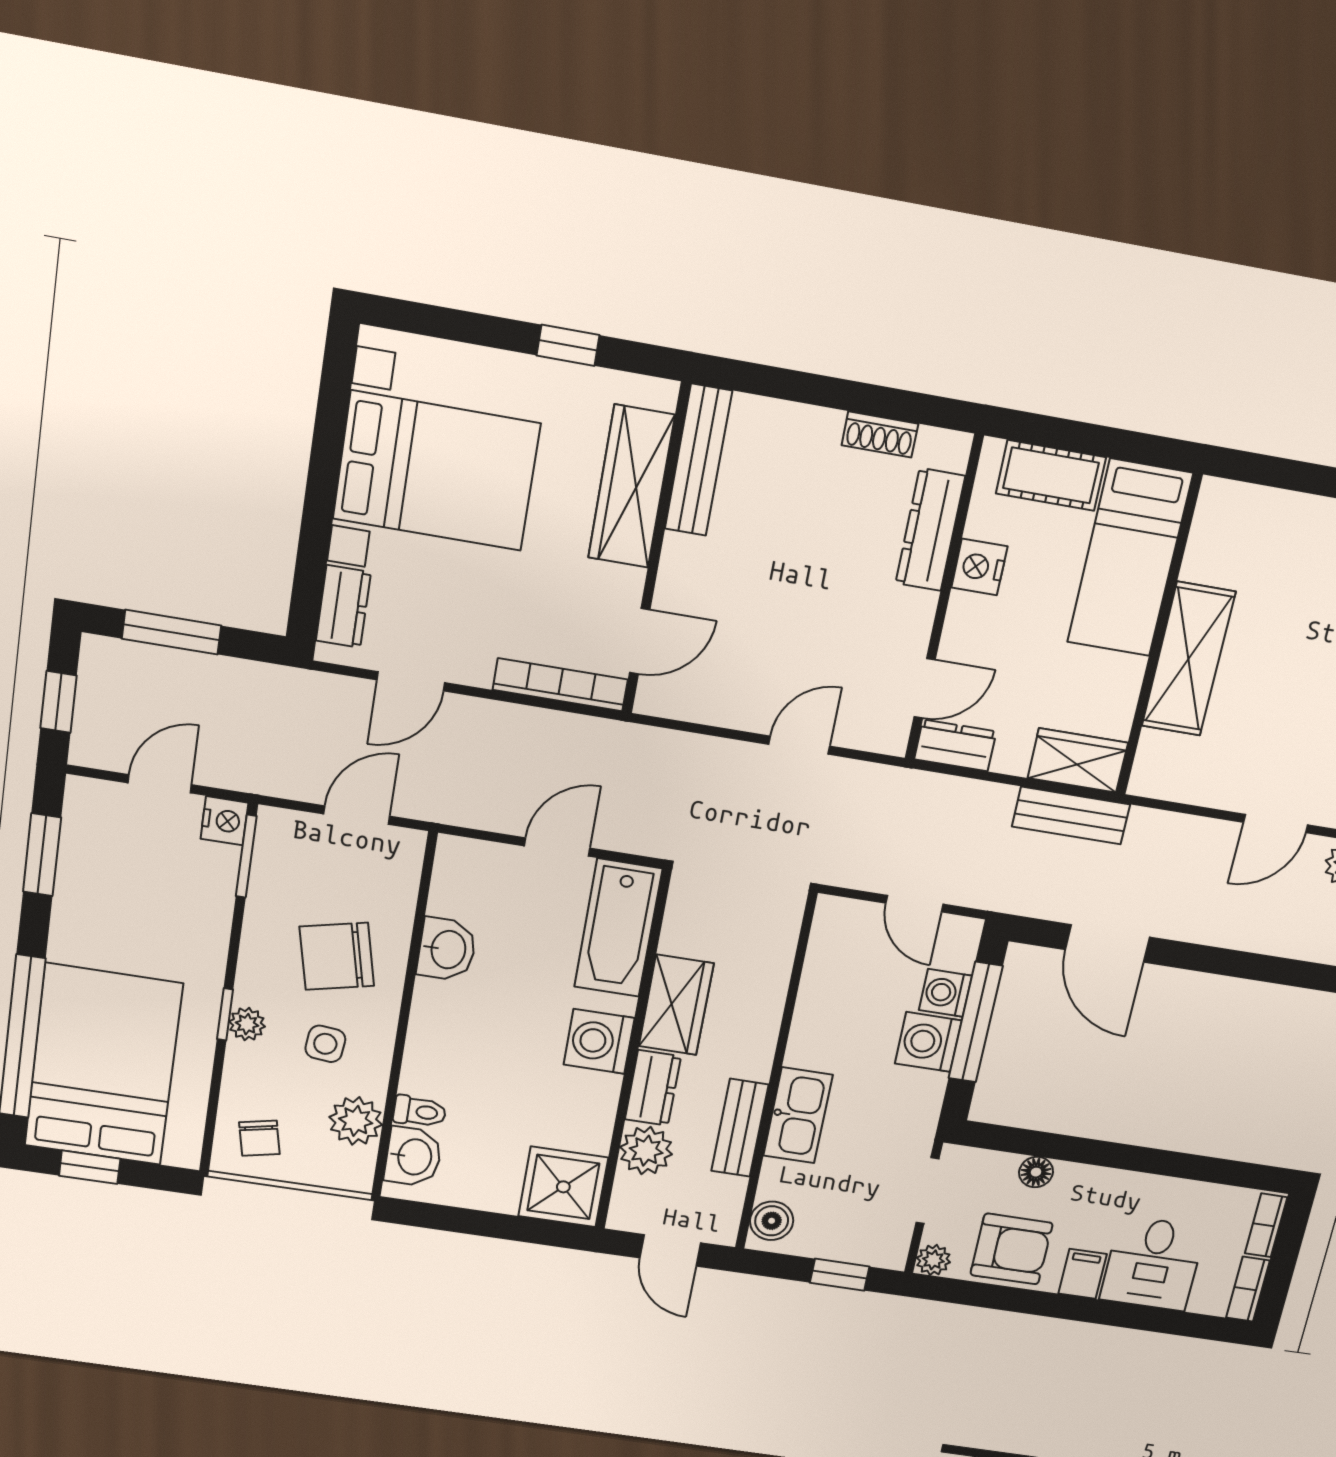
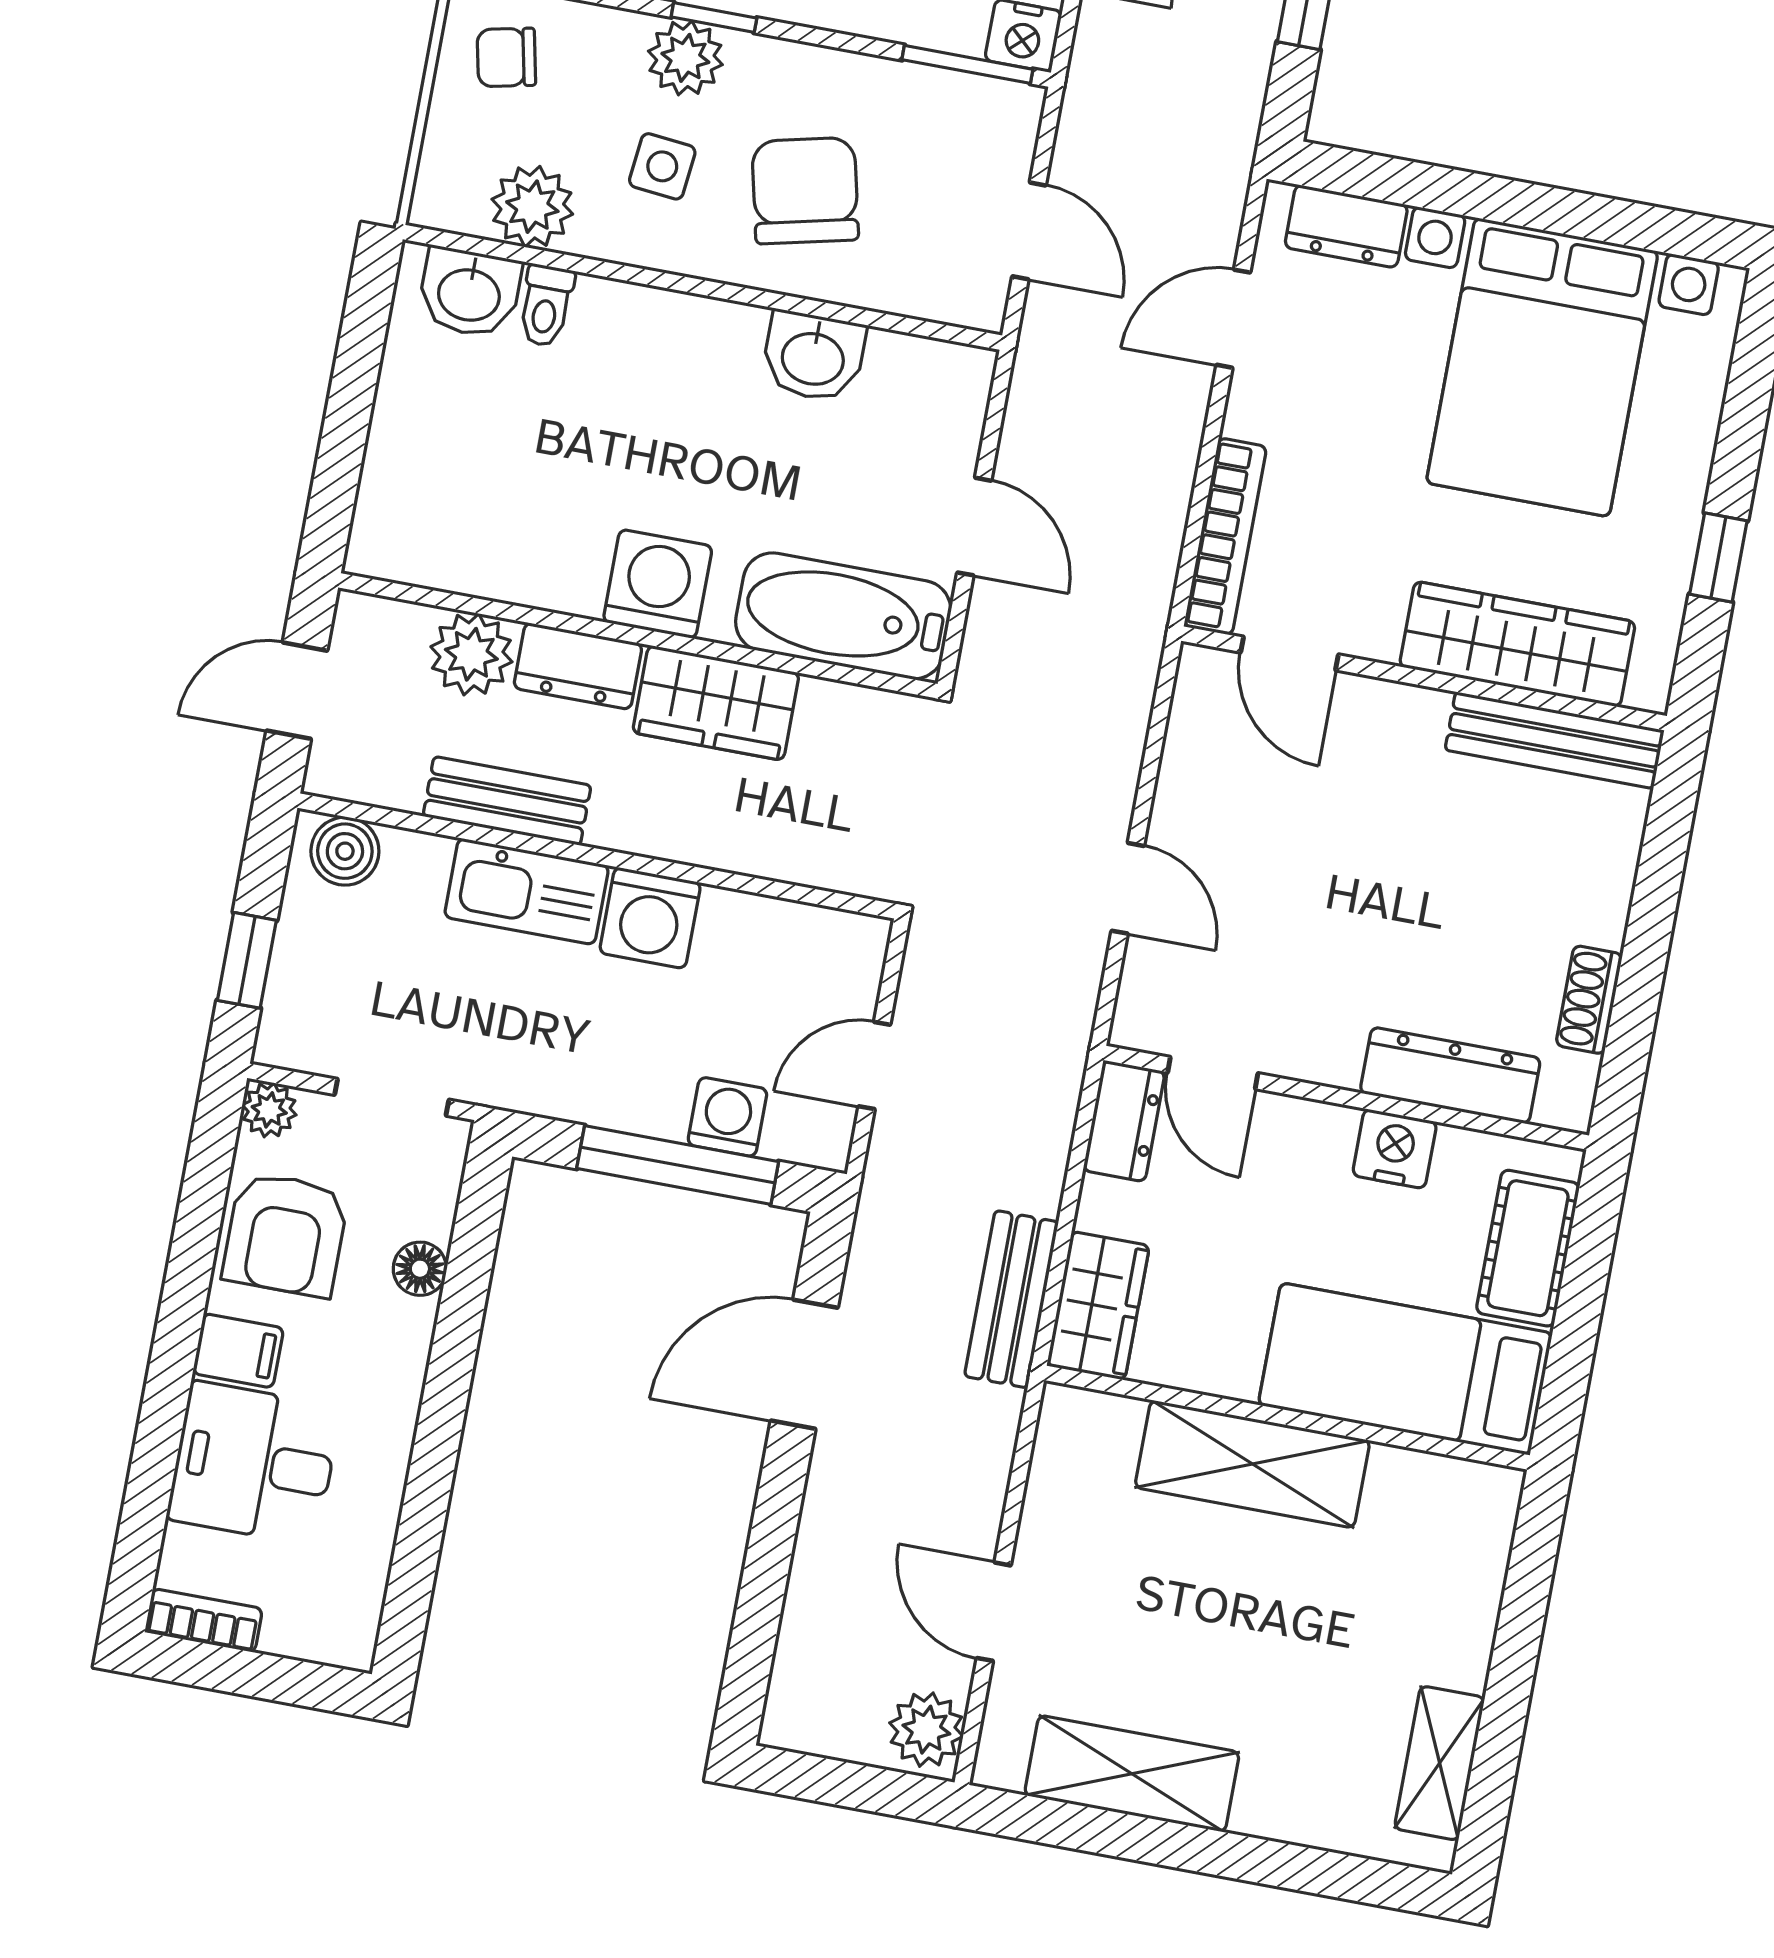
door: (411, 681) -> (1233, 319), hinge flipped
plant: (247, 1024) -> (685, 58), width x1.38, depth x1.38
washing machine: (928, 1042) -> (650, 918), moved, turned 180
shower: (563, 1187) -> (412, 524), removed
bookcase: (1266, 1225) -> (317, 1642), removed

